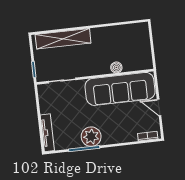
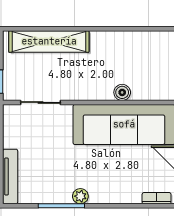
plant: (91, 137) -> (80, 196), width x0.53, depth x0.53

